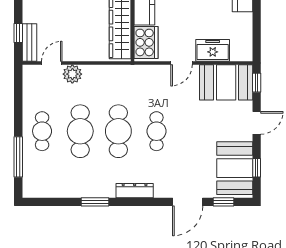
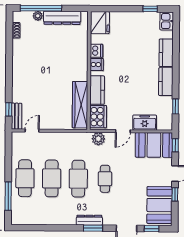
window: (257, 27) -> (176, 106), added
plant: (72, 74) -> (98, 139), moved
cafe table: (42, 131) -> (25, 178), width x1.37, depth x1.35
window: (257, 168) -> (175, 194), moved
window: (95, 202) -> (93, 228), moved

